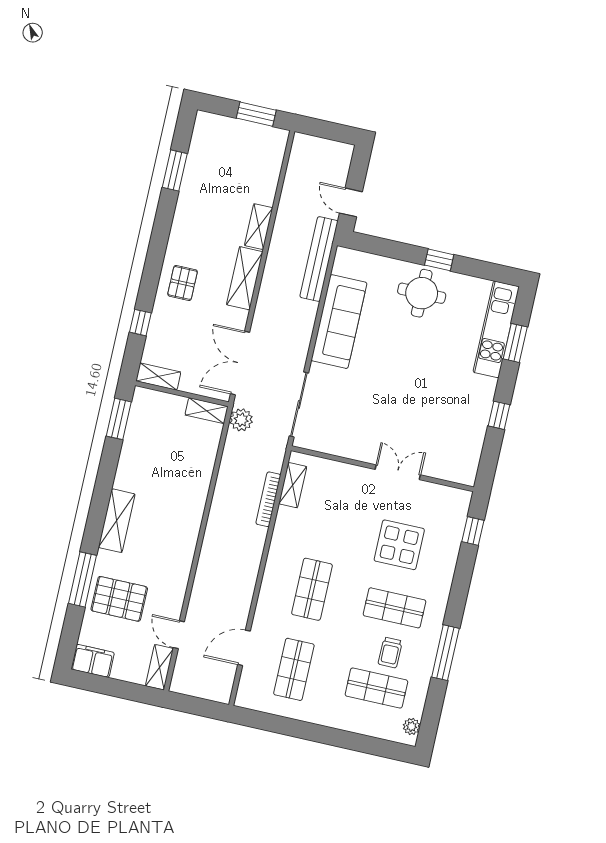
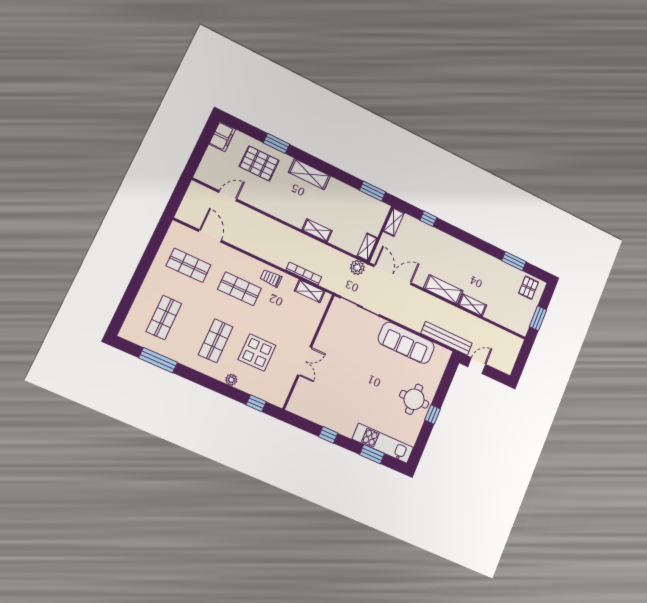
pallet: (183, 283) -> (529, 288), moved, turned 90
window: (83, 579) -> (276, 143), width x0.69
pallet: (119, 599) -> (259, 163), turned 90
trolley: (390, 652) -> (271, 278), moved
window: (445, 653) -> (158, 360), moved
shelving: (159, 667) -> (317, 230), moved
plant: (412, 726) -> (231, 380), moved

